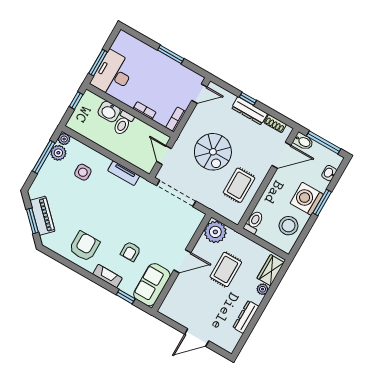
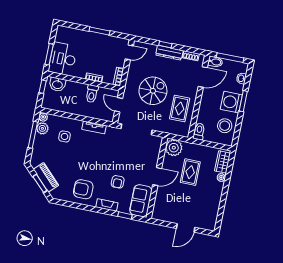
washbasin: (109, 111) -> (57, 84), moved
toilet: (123, 123) -> (92, 94), moved
spiral stairs: (213, 152) -> (153, 91), turned -90
armchair: (84, 246) -> (83, 189), turned -90
dresser: (246, 317) -> (216, 201), removed

